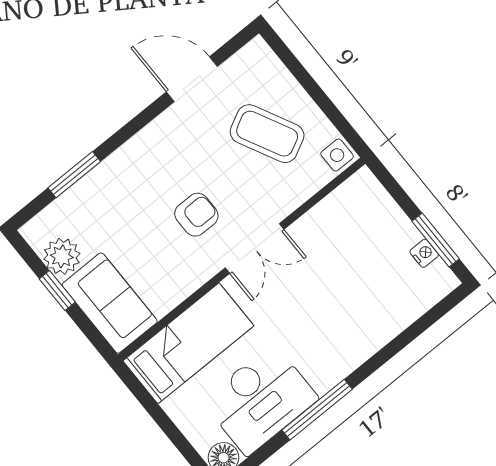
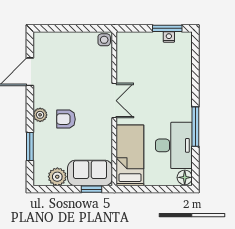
coffee table: (267, 134) -> (74, 60), removed
plant: (137, 150) -> (40, 115), added
armchair: (196, 215) -> (66, 119), moved, turned -90
window: (57, 291) -> (91, 189), moved

